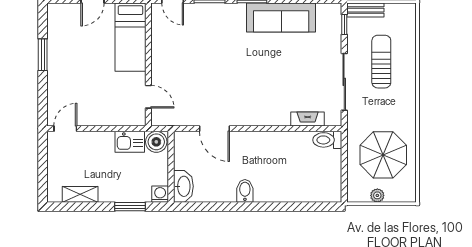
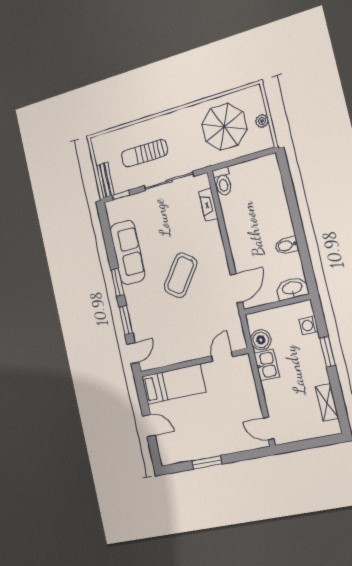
coffee table: (242, 72) -> (181, 275), added
wall: (171, 167) -> (277, 304), moved
washbasin: (183, 186) -> (292, 288), moved

